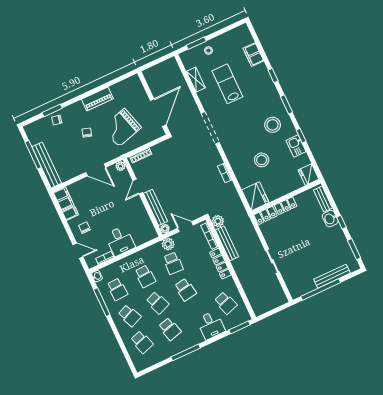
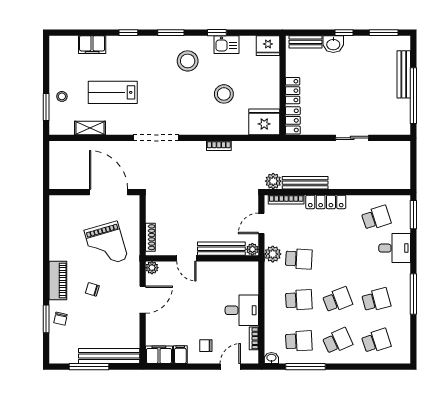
piano: (97, 99) -> (58, 280), moved
school desk: (185, 290) -> (337, 259), removed

